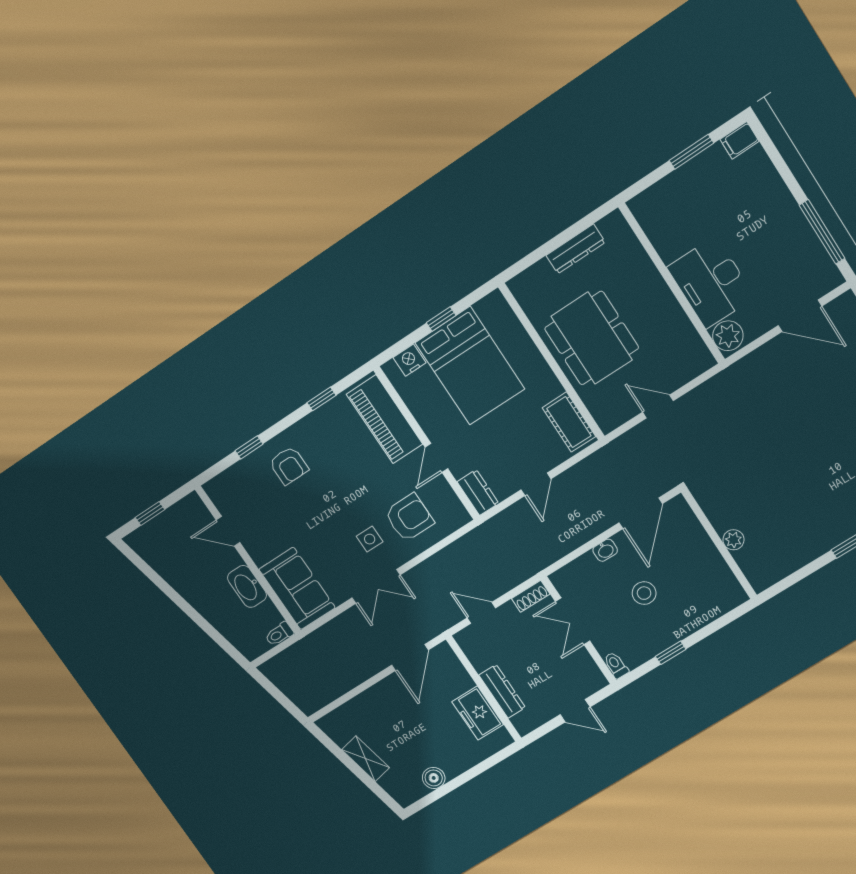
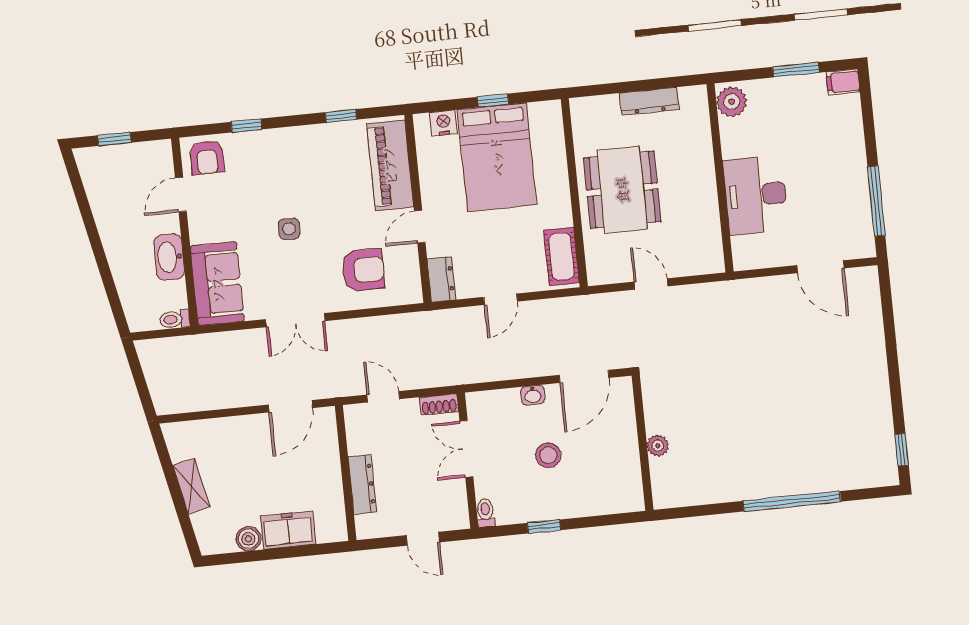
plant: (728, 336) -> (732, 102), moved
armchair: (289, 466) -> (207, 157), moved
door: (228, 531) -> (181, 195), hinge flipped
side table: (370, 539) -> (289, 229), moved
freezer: (478, 713) -> (288, 530), moved, turned 90

